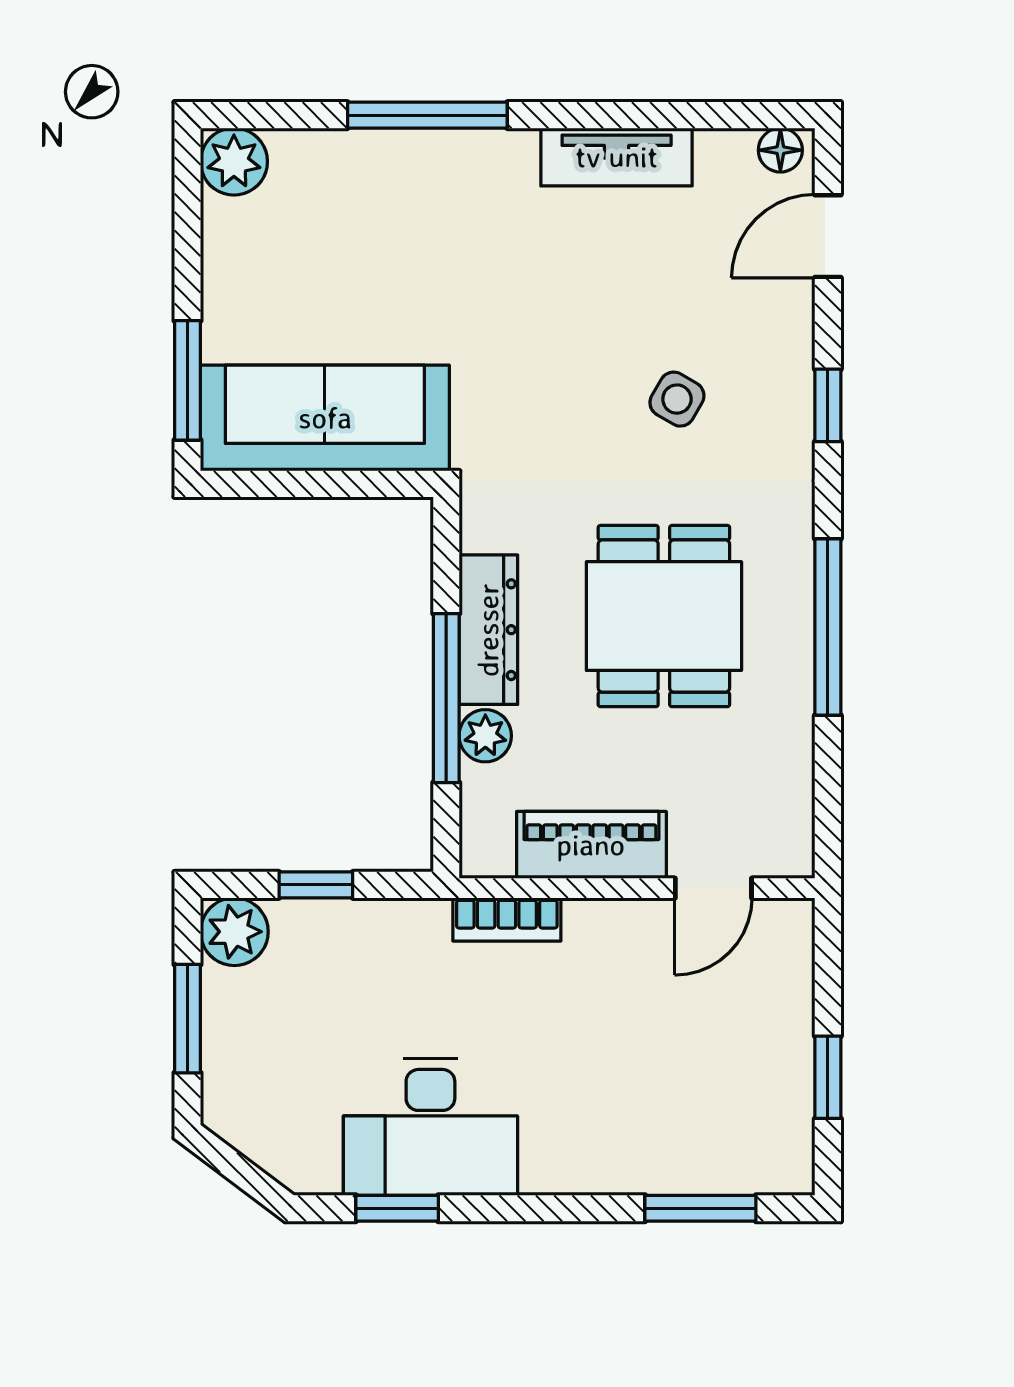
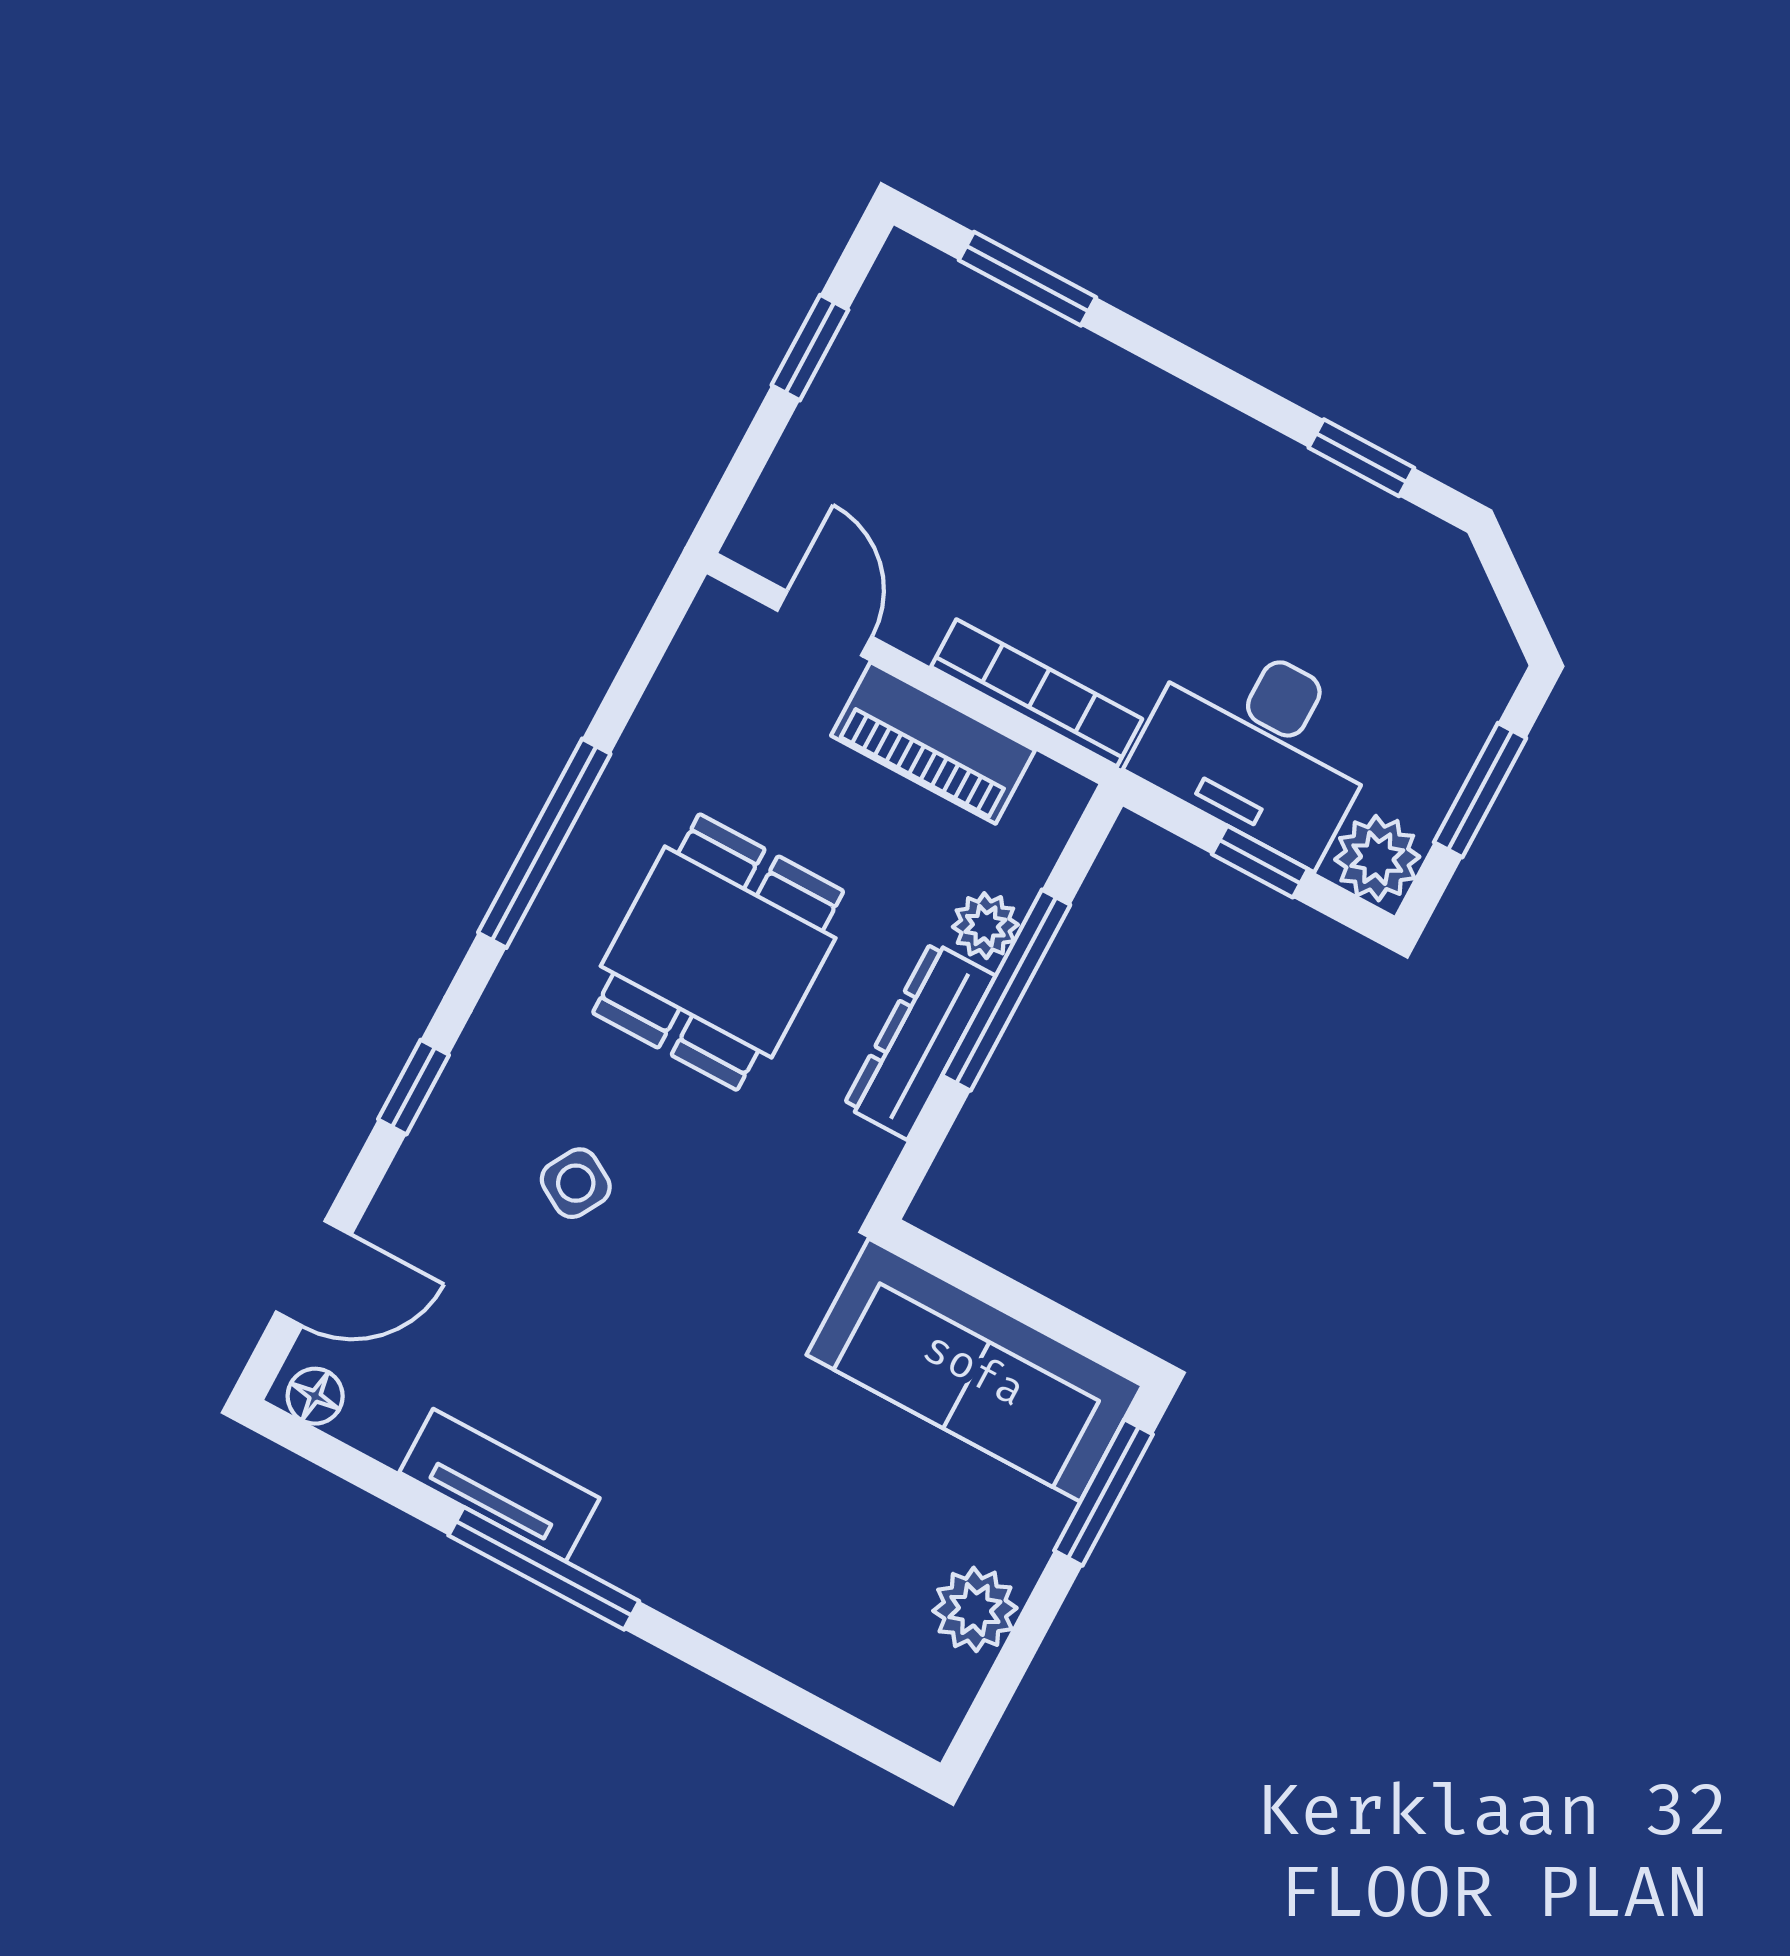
window: (427, 115) -> (544, 1568), moved
plant: (234, 162) -> (975, 1609), moved
door: (713, 888) -> (824, 623), hinge flipped
bookcase: (507, 919) -> (1037, 693), width x1.56
desk: (430, 1127) -> (1259, 746), moved, turned 180

